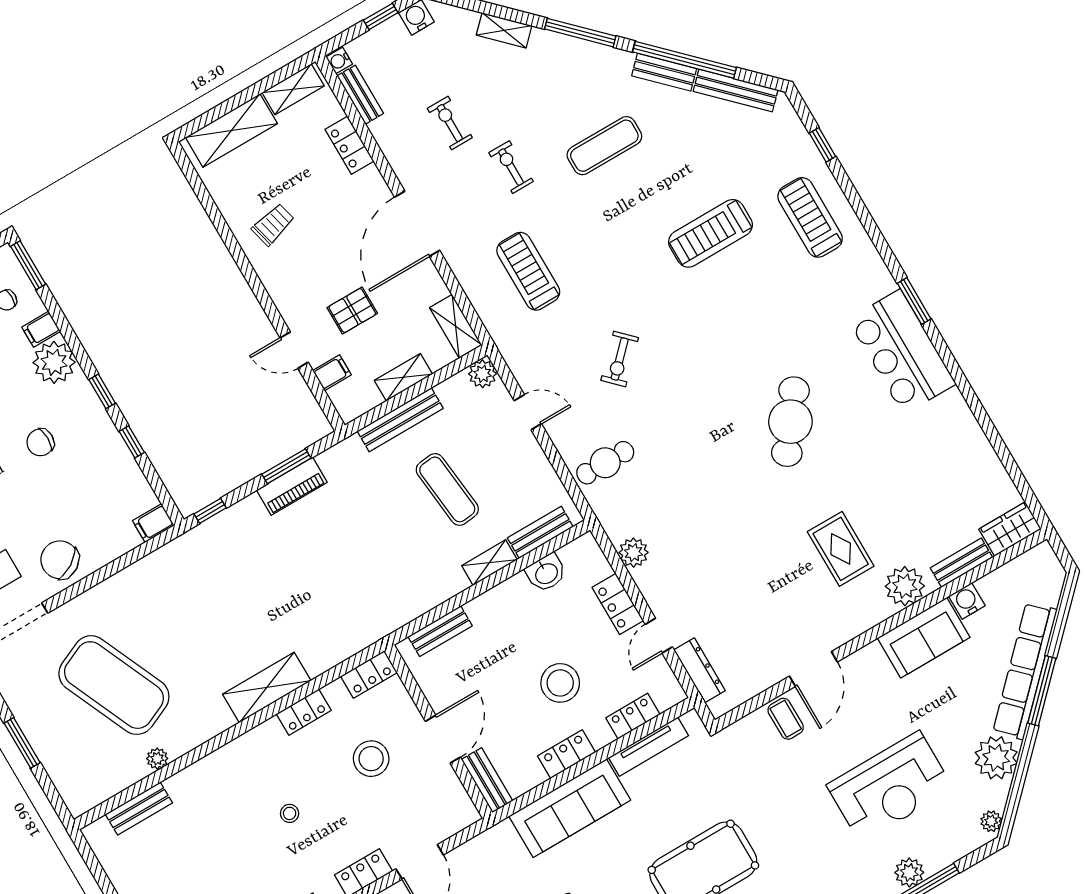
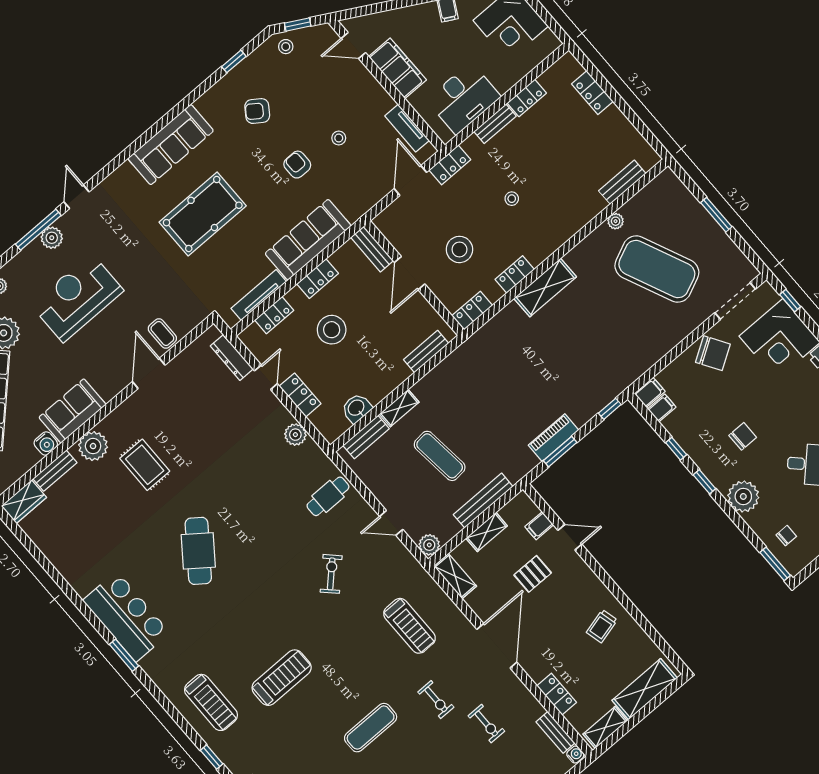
filing cabinet: (41, 329) -> (662, 408), moved

